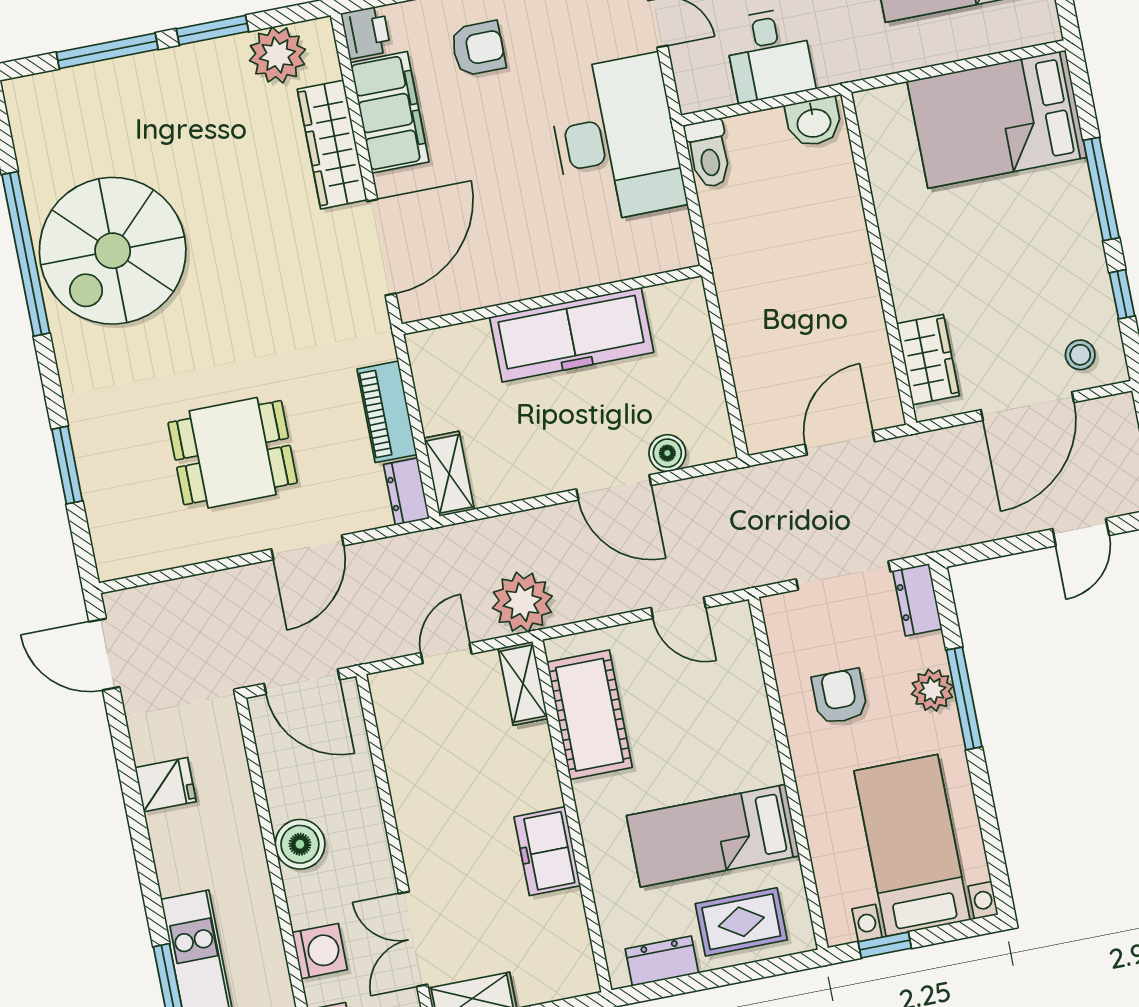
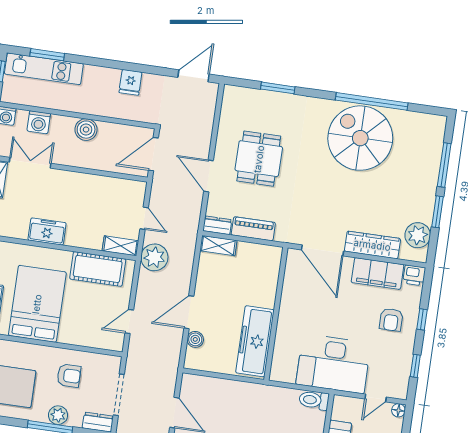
freezer: (572, 335) -> (255, 341), moved
bed: (713, 836) -> (37, 304), width x1.50

